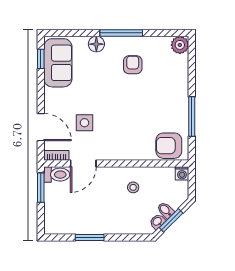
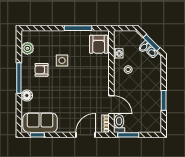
plant: (180, 45) -> (27, 48), moved
side table: (84, 123) -> (62, 60), moved
washing machine: (182, 173) -> (118, 53), moved

